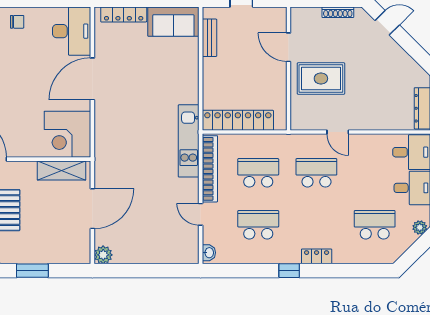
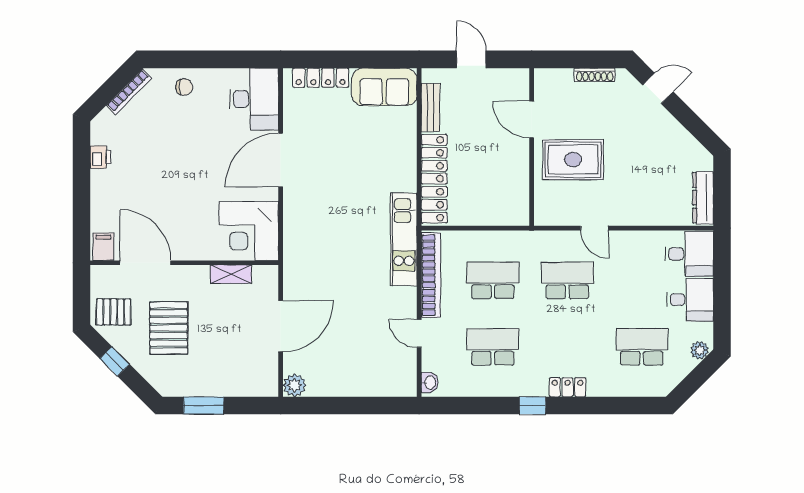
locker: (238, 120) -> (434, 179), moved, turned 90
shelving: (62, 170) -> (231, 274), width x0.67, depth x0.75

